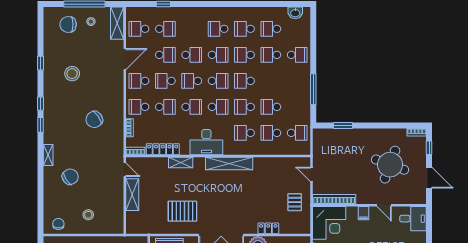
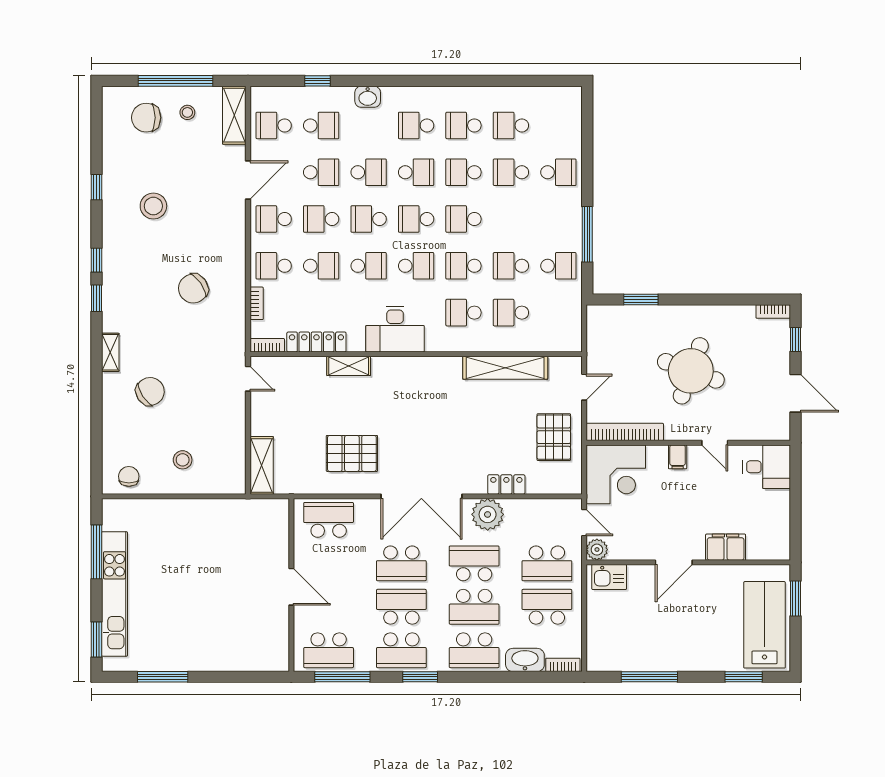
washbasin: (295, 13) -> (368, 97), moved
school desk: (218, 81) -> (416, 219), turned 180
school desk: (297, 133) -> (558, 266), moved
shelving: (229, 164) -> (505, 368), moved
round table: (390, 165) -> (691, 371), moved
door: (312, 174) -> (584, 387), swing flipped
shelving: (132, 195) -> (262, 465), moved
pallet: (295, 202) -> (554, 437), width x1.50, depth x1.42

